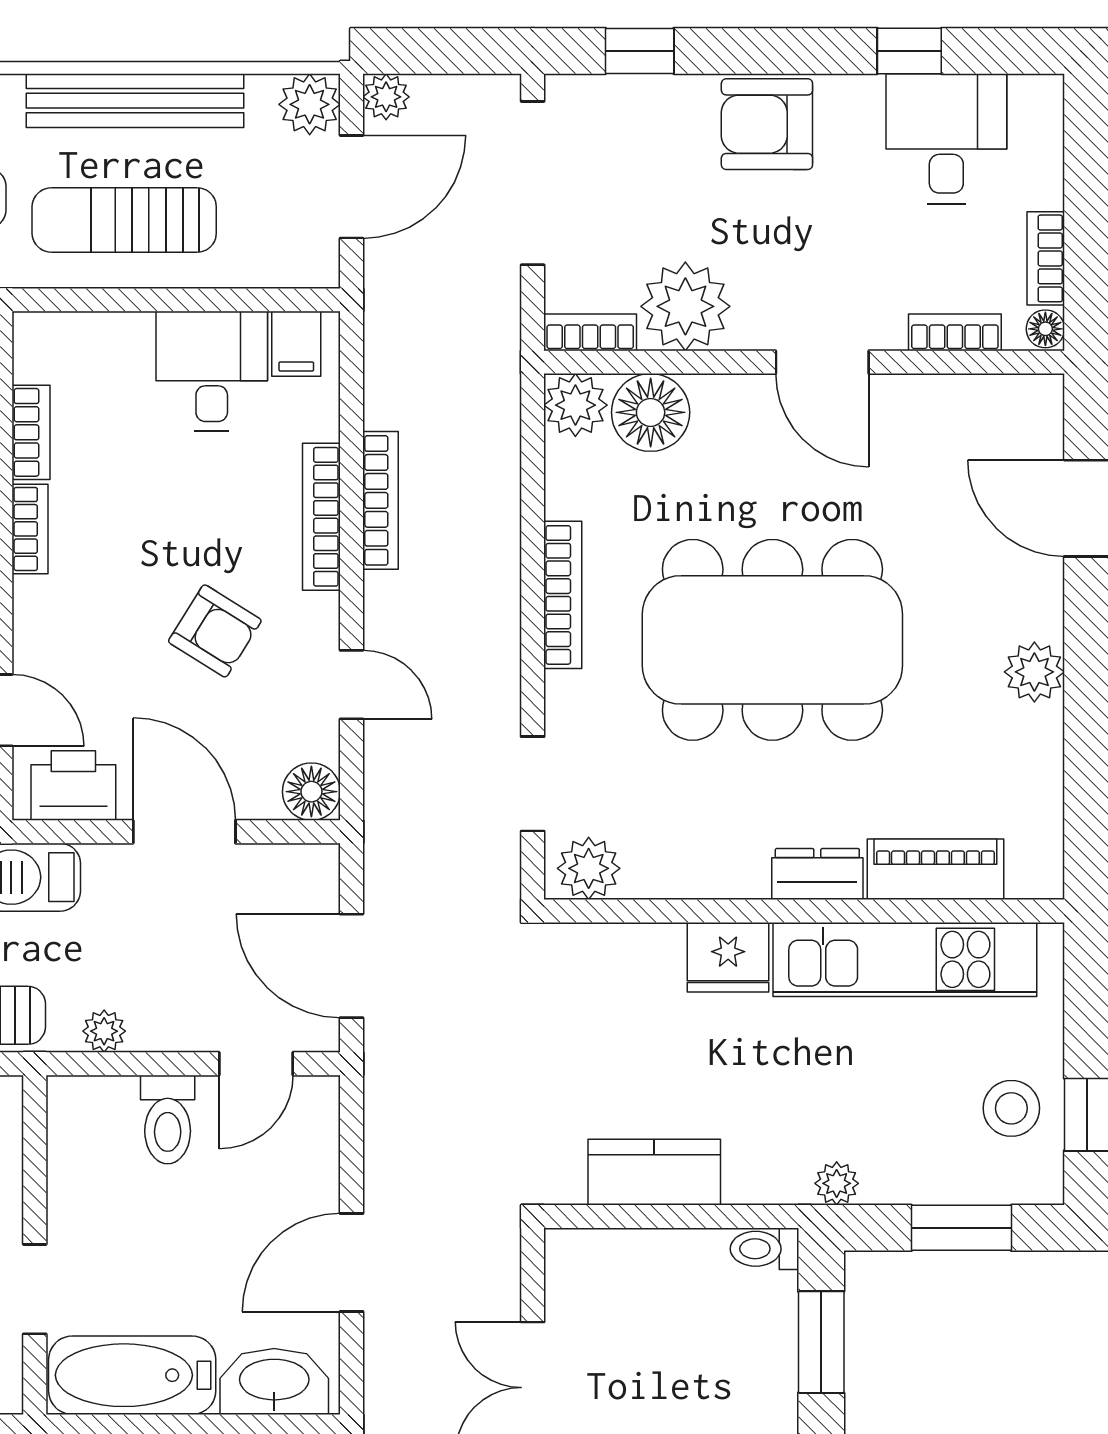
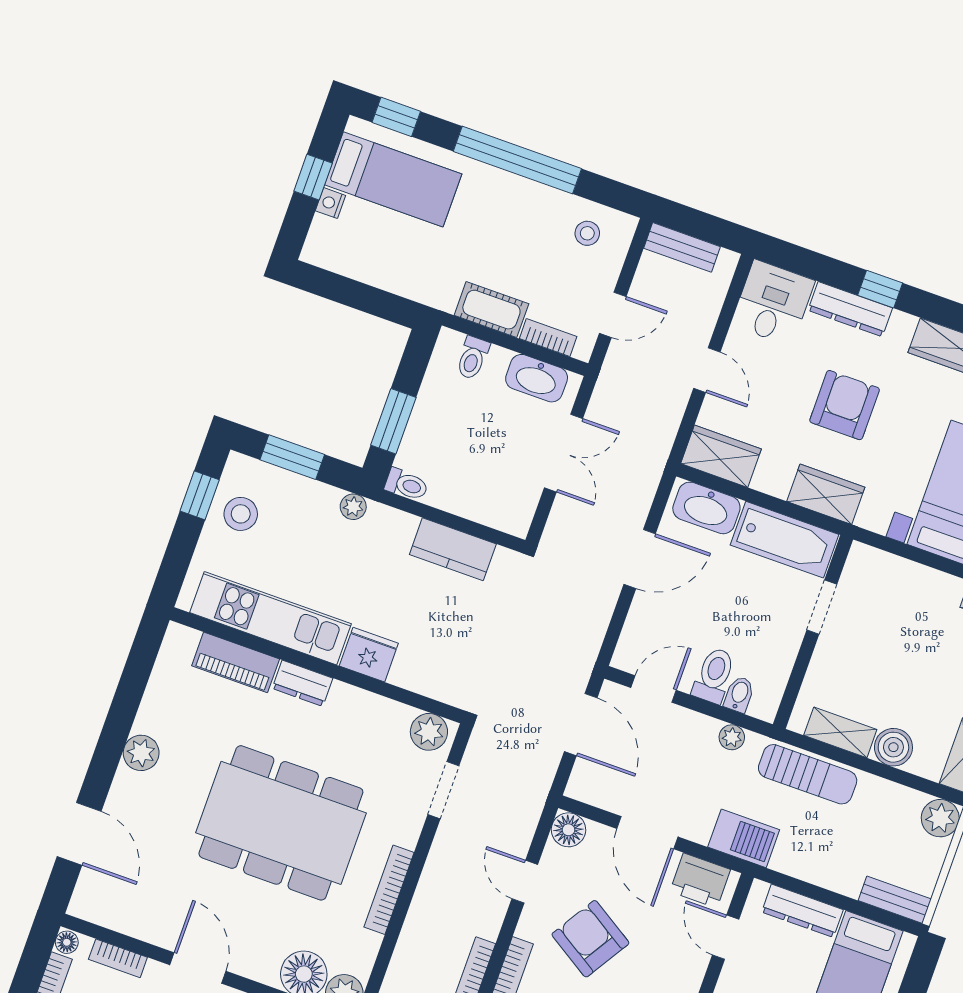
armchair: (215, 631) -> (590, 939), width x1.38, depth x1.38
bidet: (117, 1104) -> (739, 694), added

